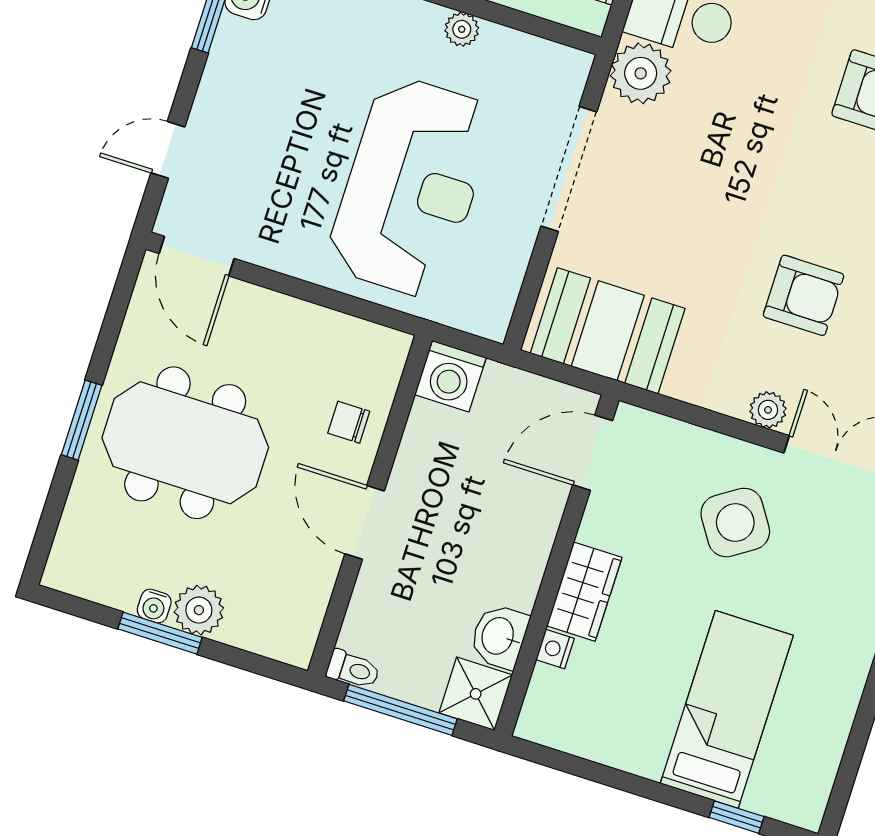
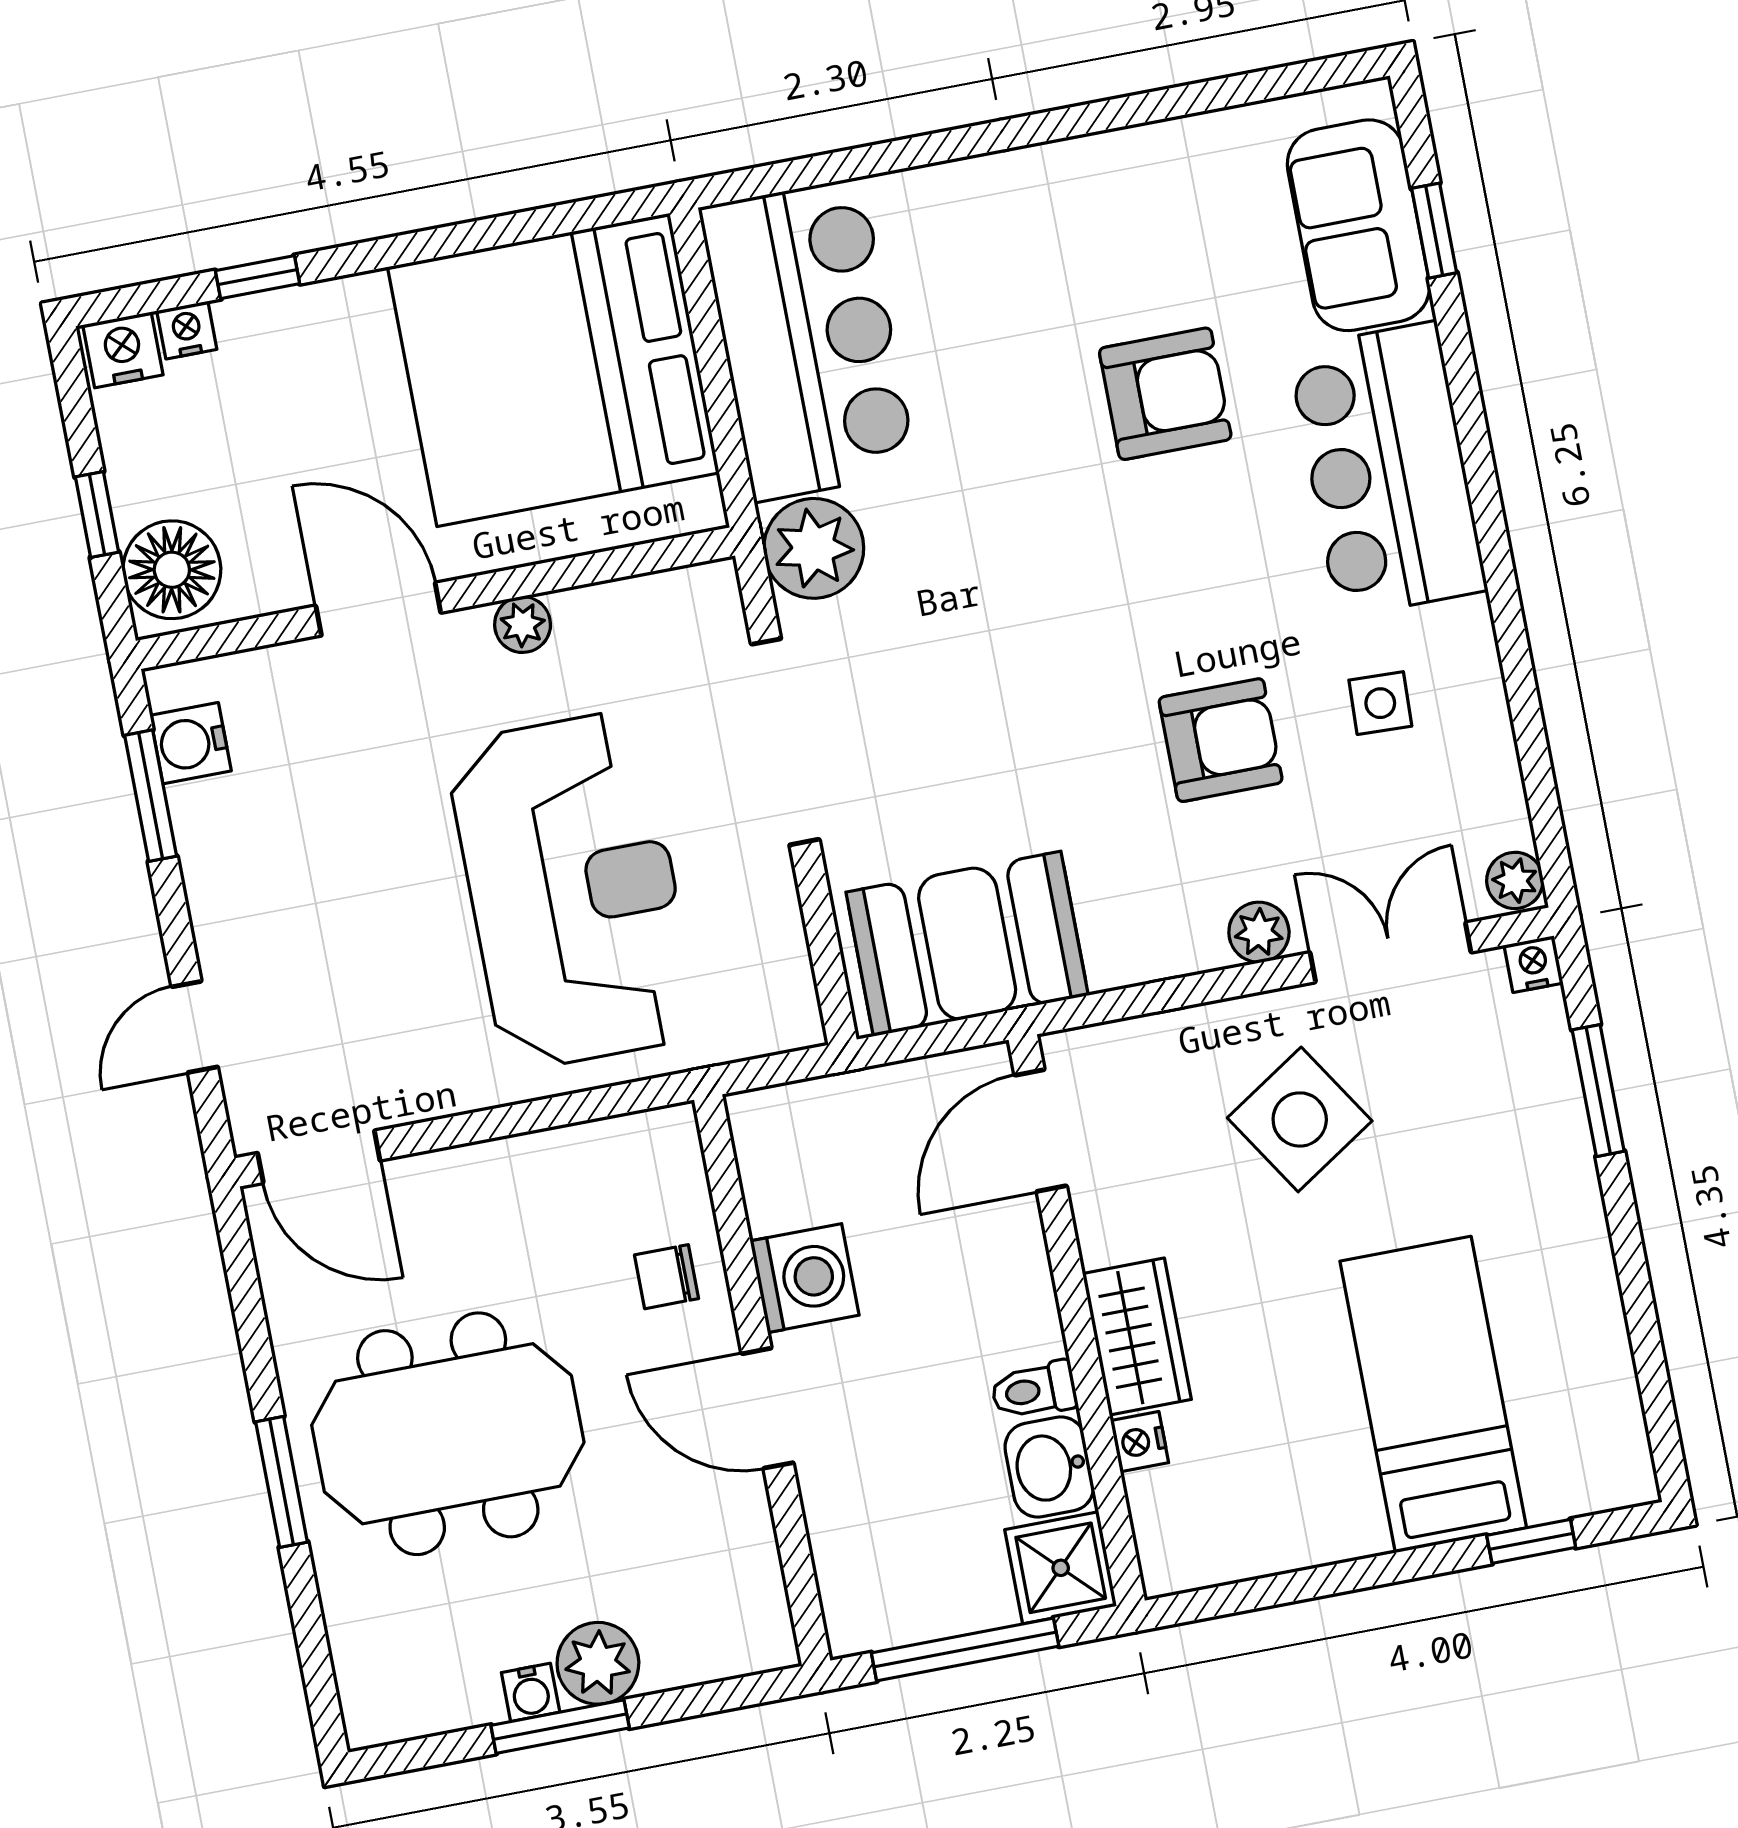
washing machine: (450, 376) -> (805, 1278), moved, turned -90
toilet: (353, 669) -> (1034, 1390), moved, turned 180

